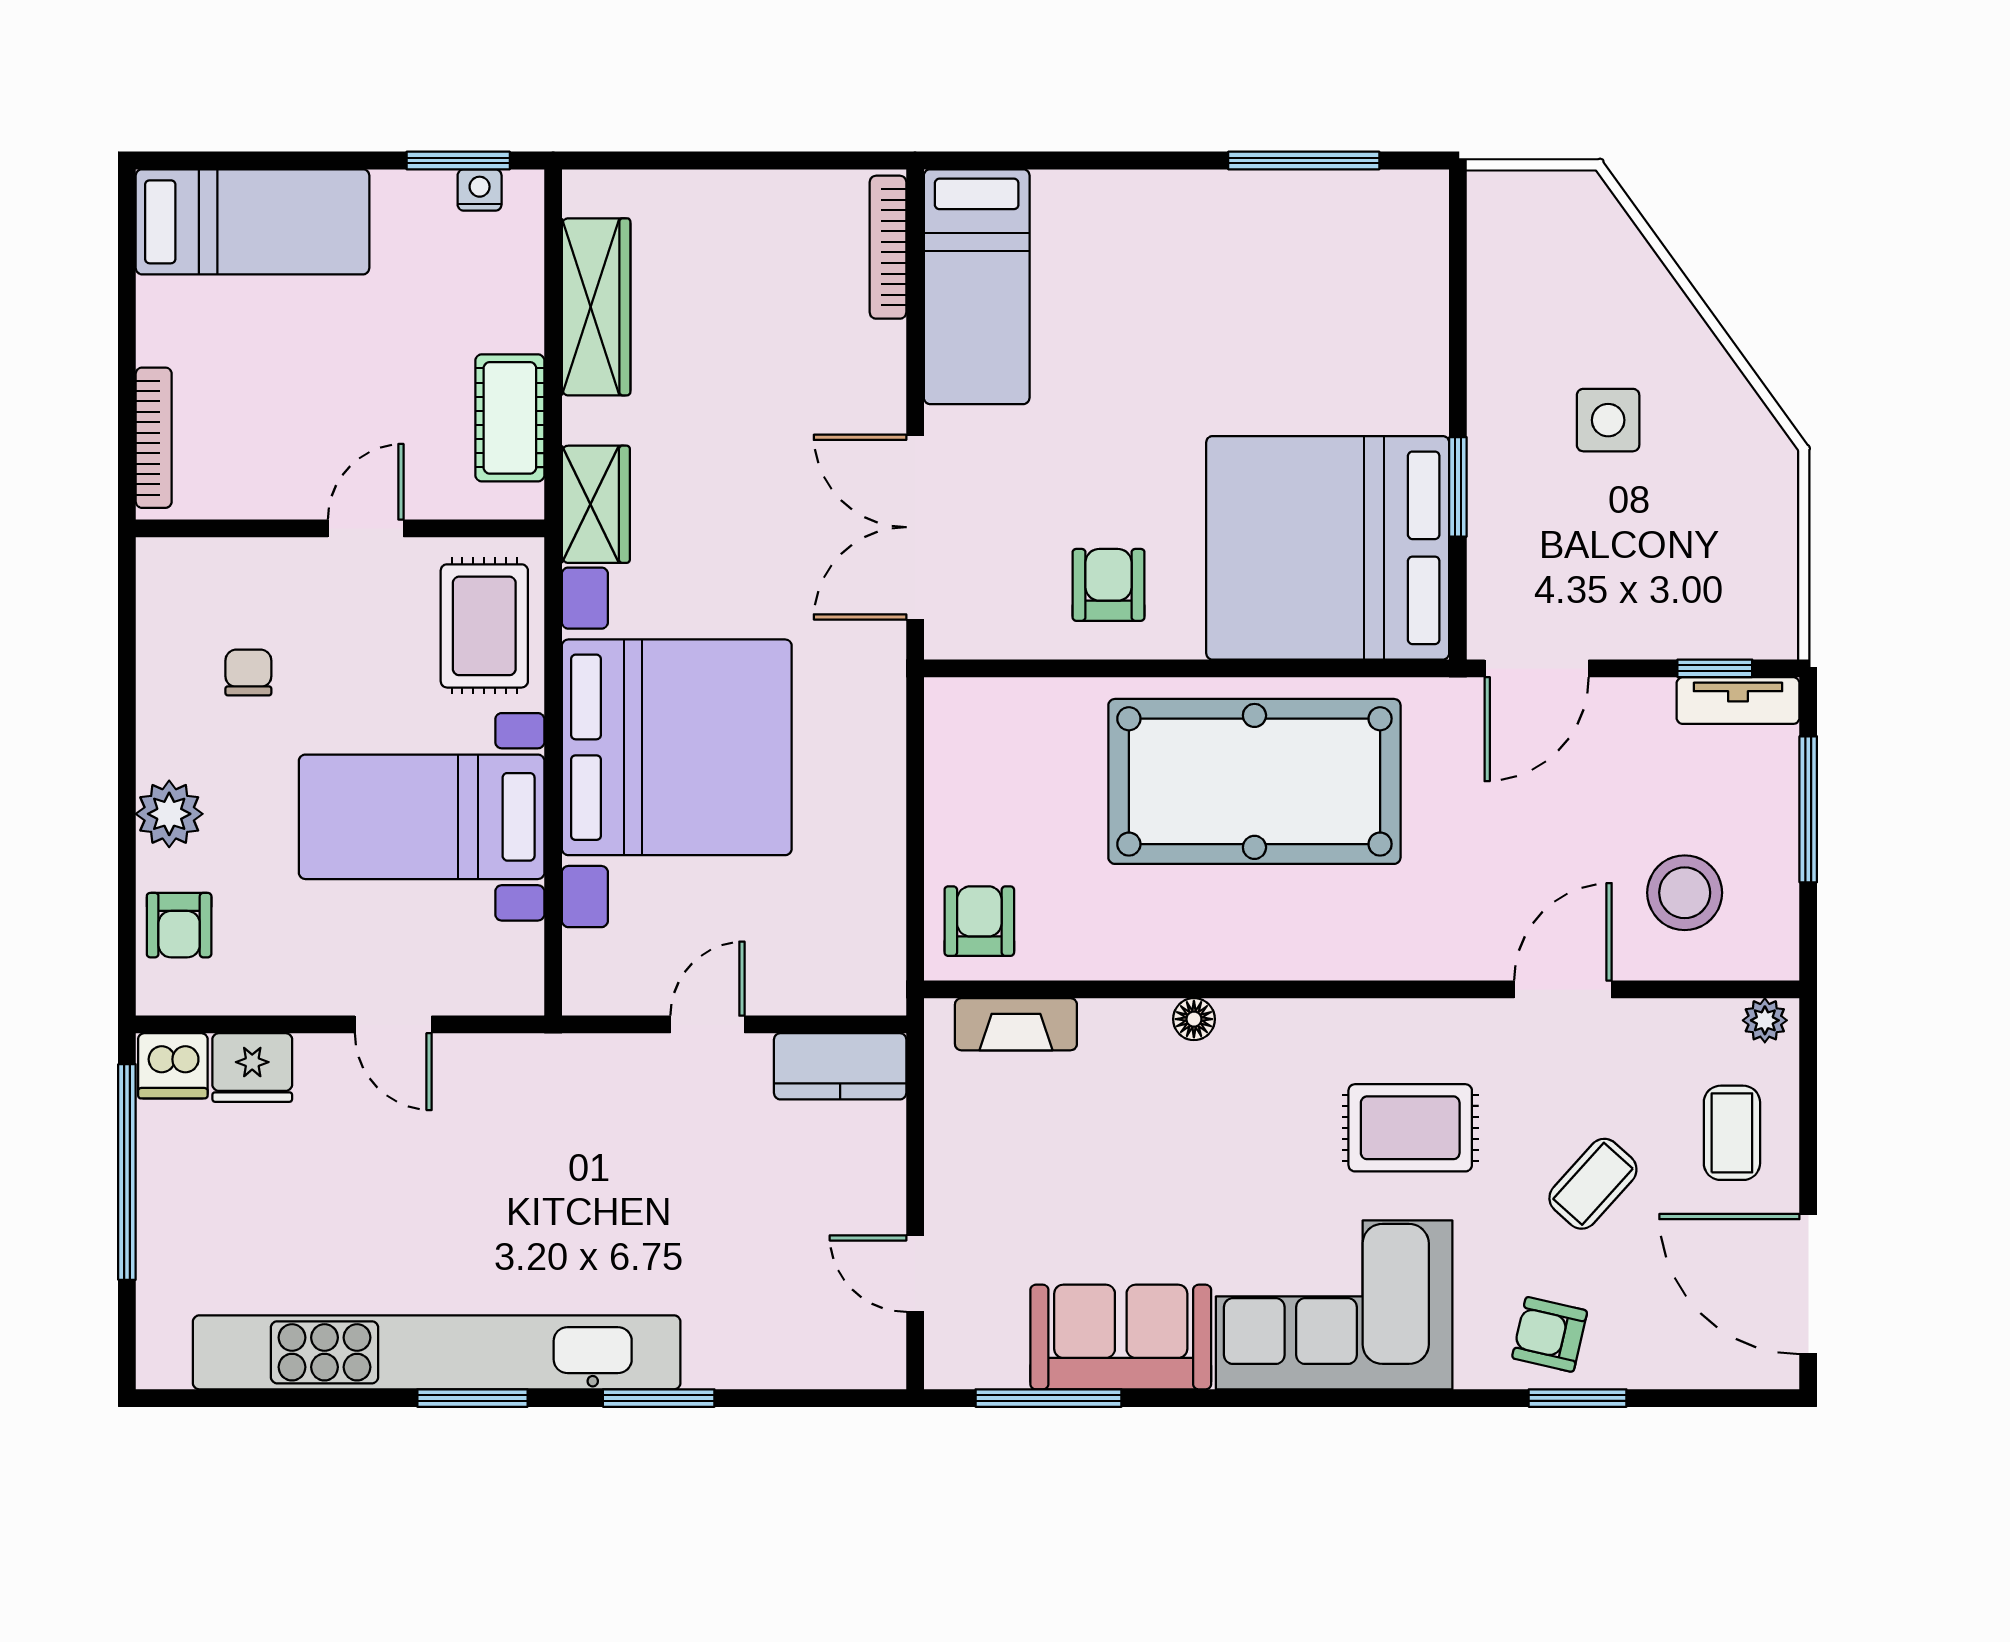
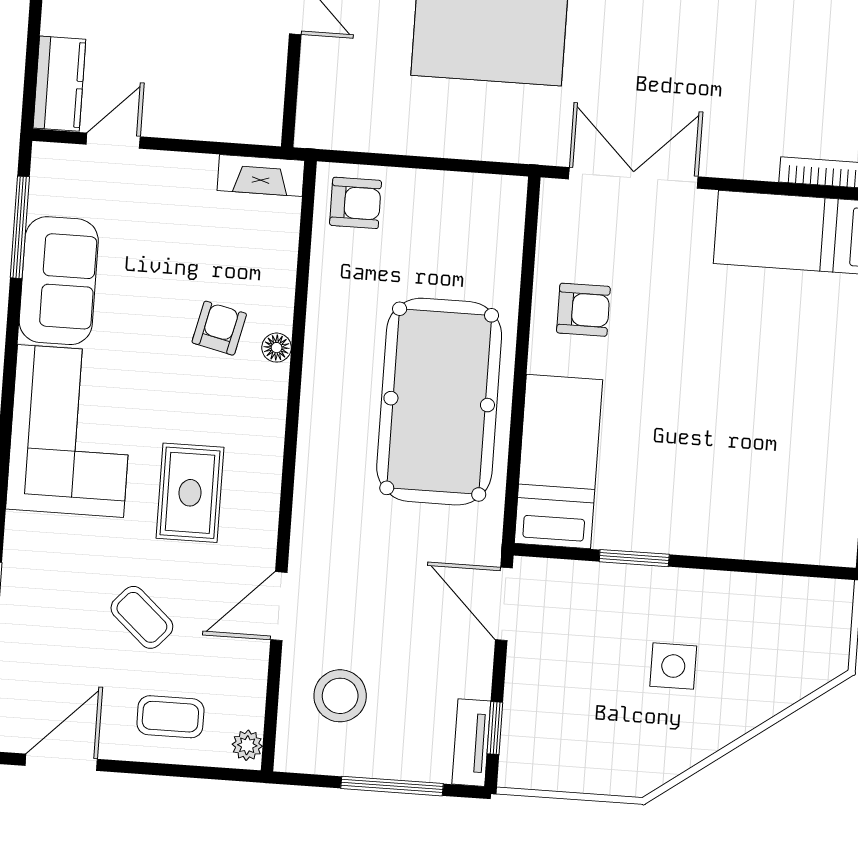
bed: (1328, 548) -> (558, 461), width x0.49
door: (1563, 989) -> (279, 606), swing flipped
fireplace: (1016, 1024) -> (261, 175), moved, turned -90
kitchen counter: (840, 1066) -> (59, 84), moved, turned 180
door: (1808, 1284) -> (61, 762), width x0.73
armchair: (1550, 1334) -> (219, 328), moved

